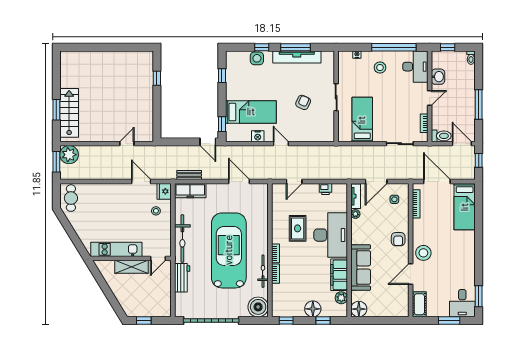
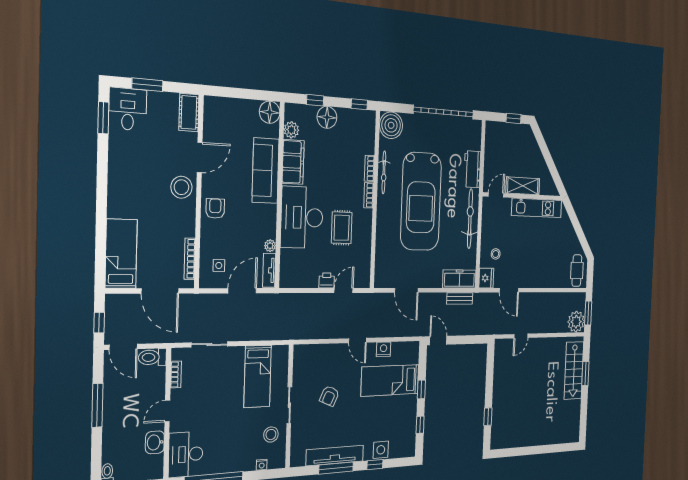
stool: (380, 68) -> (271, 435), moved
window: (222, 124) -> (421, 389), moved
printer: (325, 189) -> (327, 281), moved

